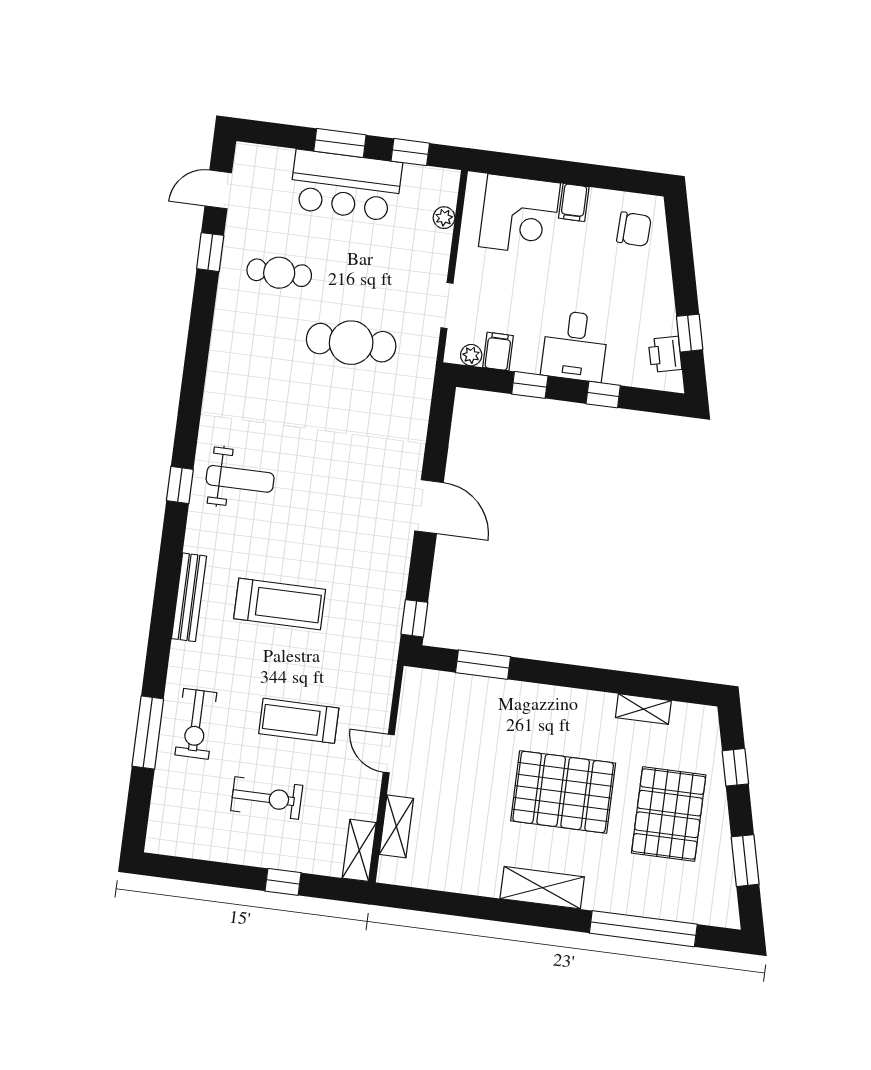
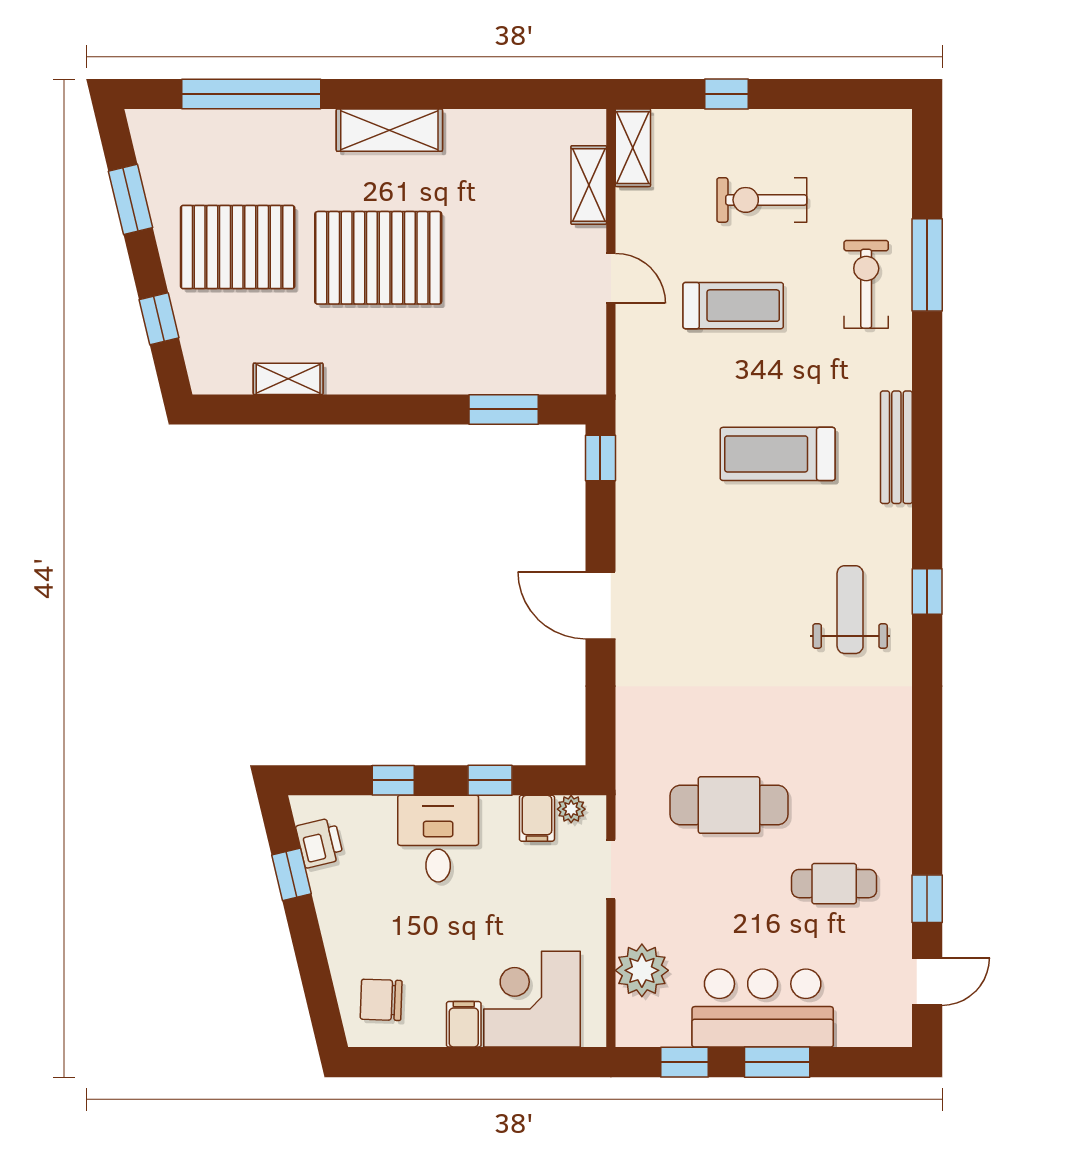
plant: (444, 218) -> (642, 970), width x1.88, depth x1.88
weight bench: (240, 479) -> (850, 610), turned 90
pallet: (669, 814) -> (238, 247), turned 90

